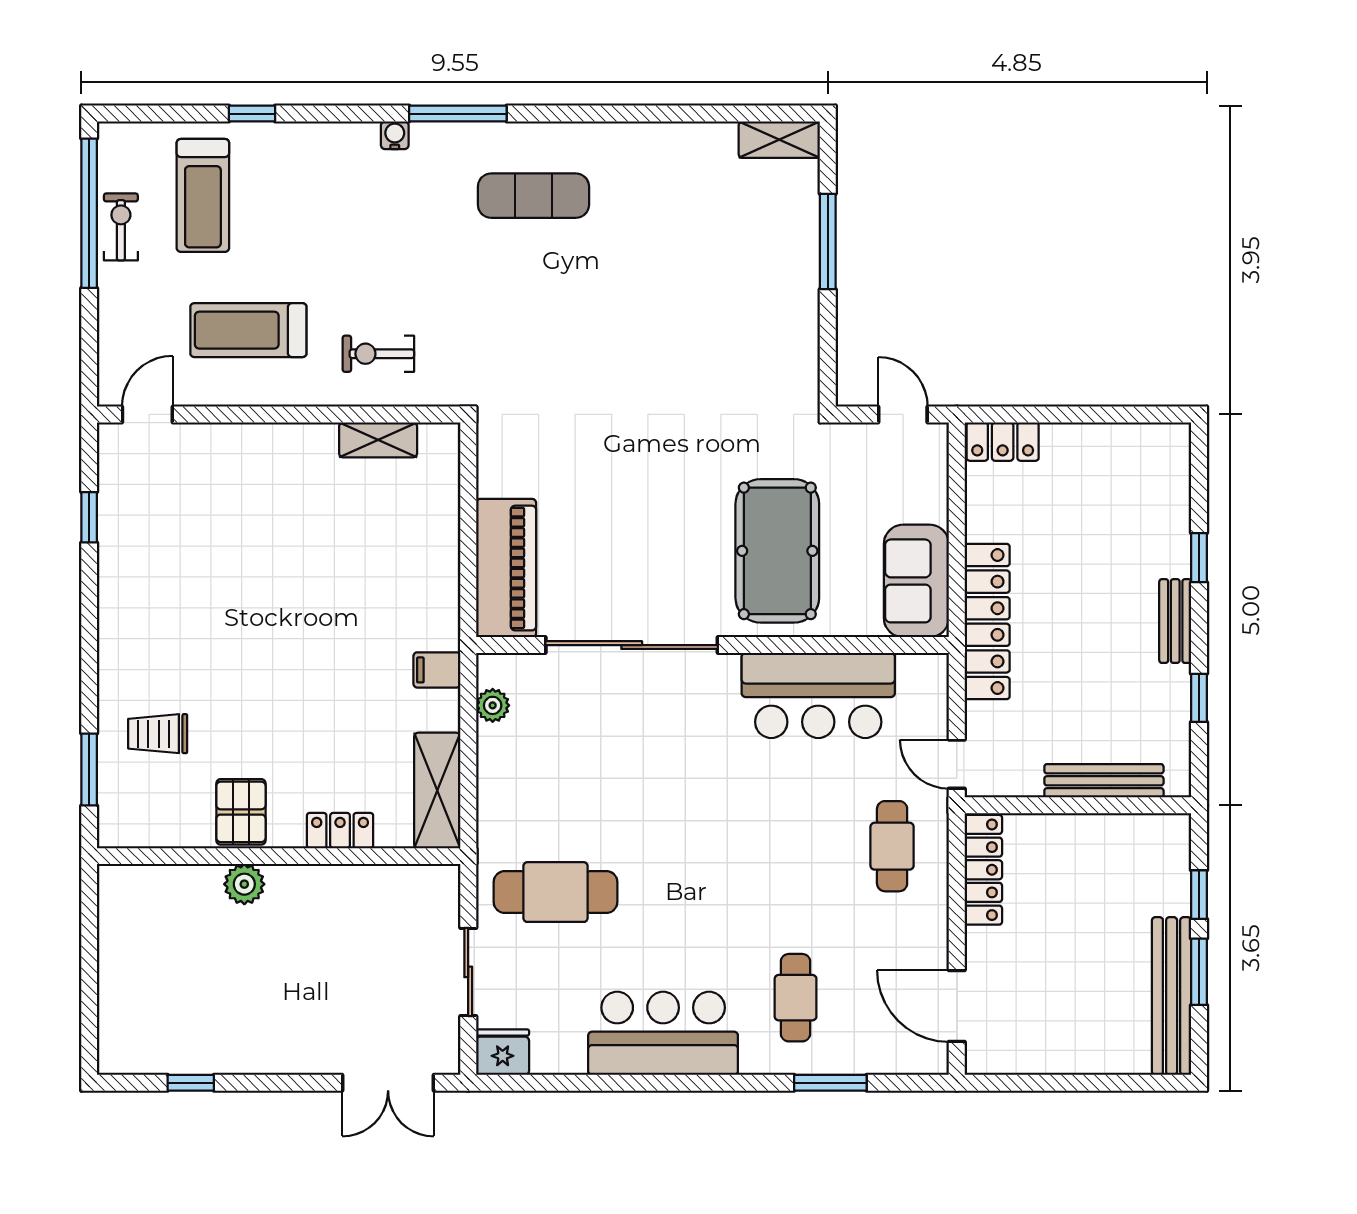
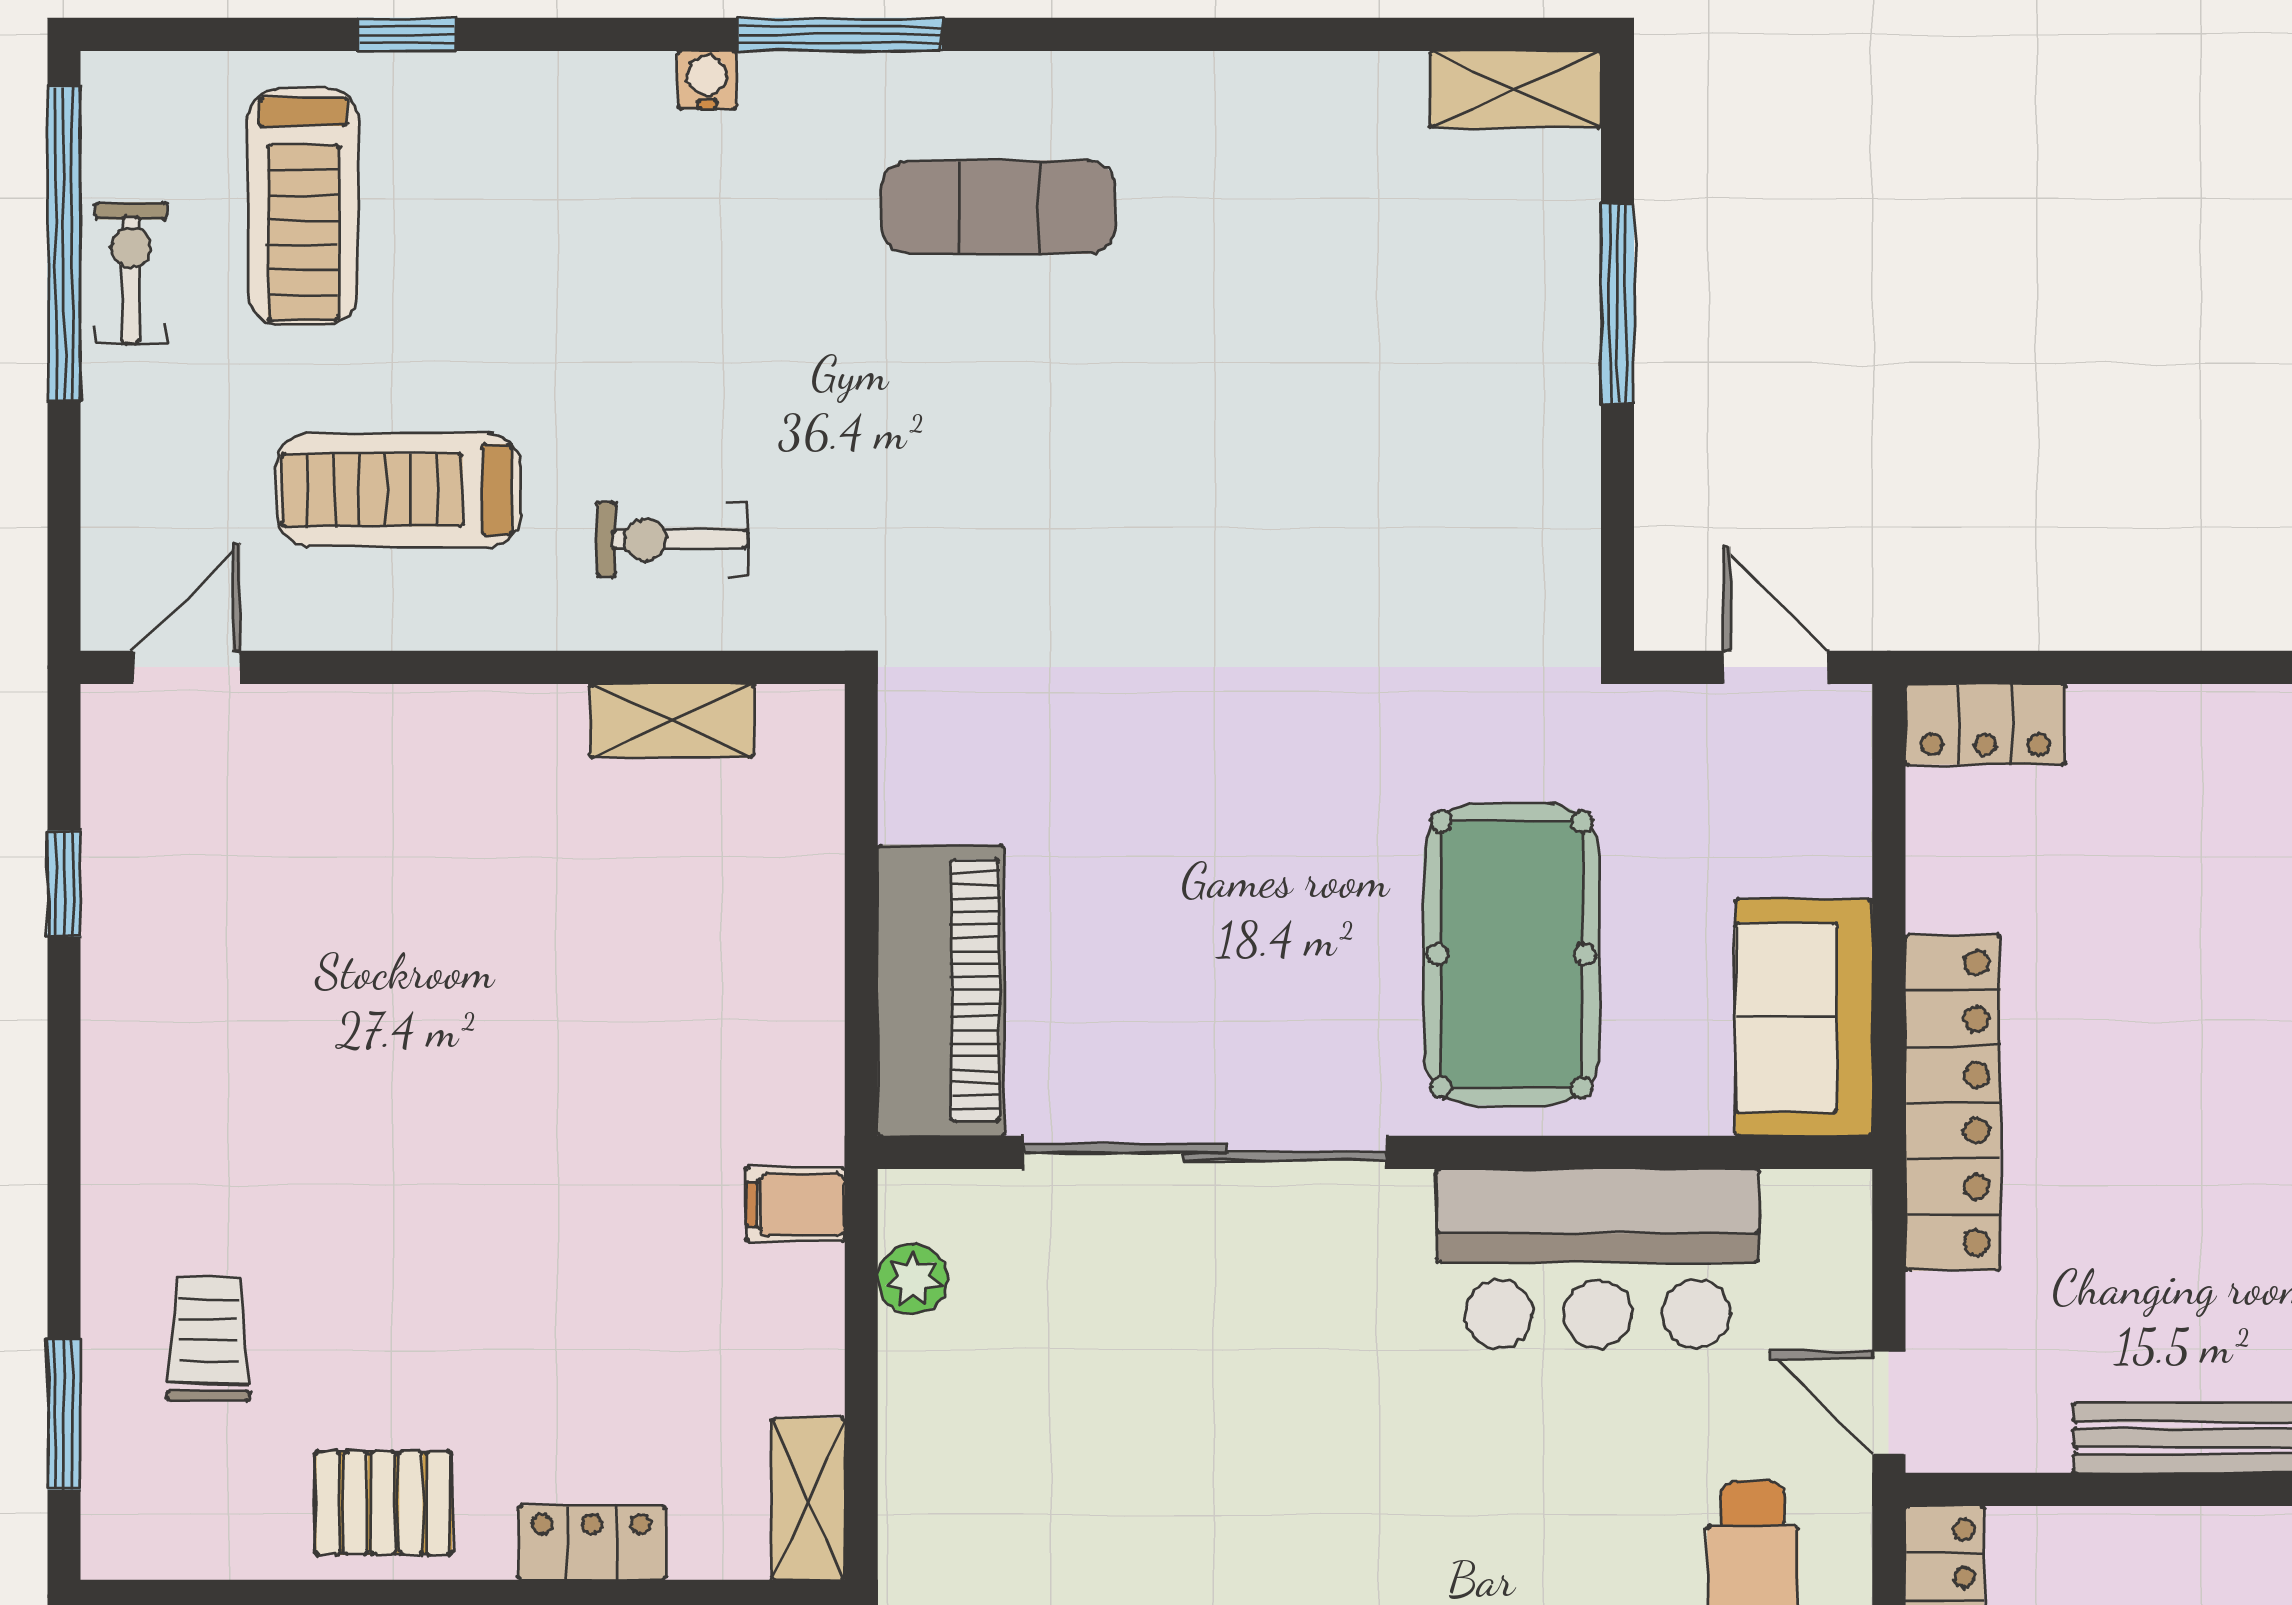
trolley: (158, 734) -> (208, 1339), turned 90
shelving: (437, 791) -> (808, 1499), width x0.67, depth x0.75
pallet: (241, 812) -> (383, 1503), turned 90

